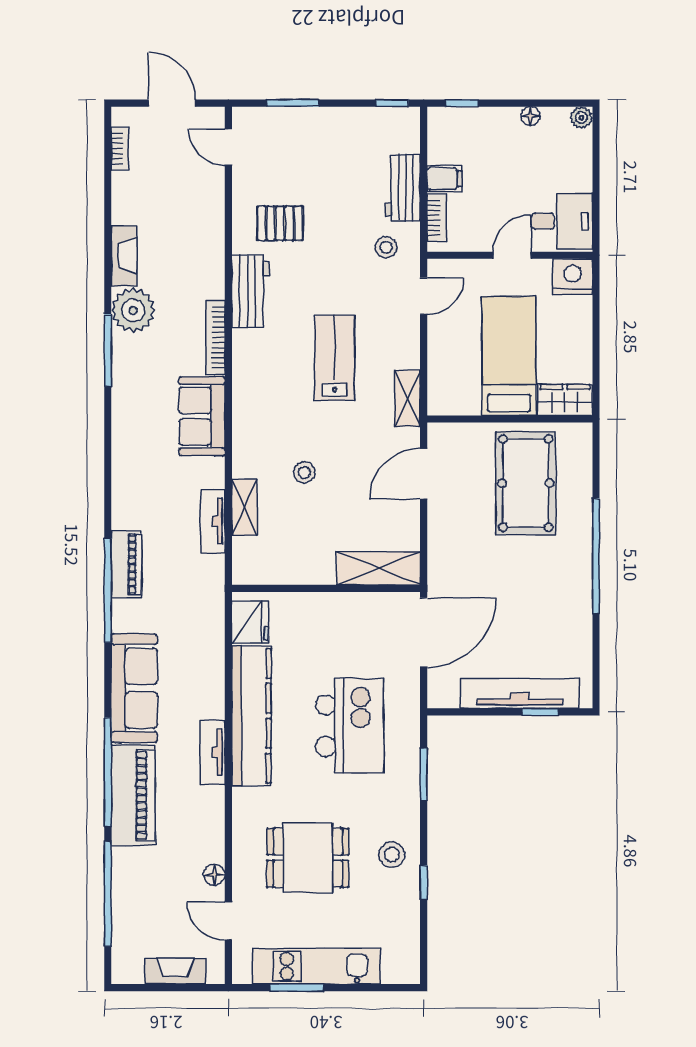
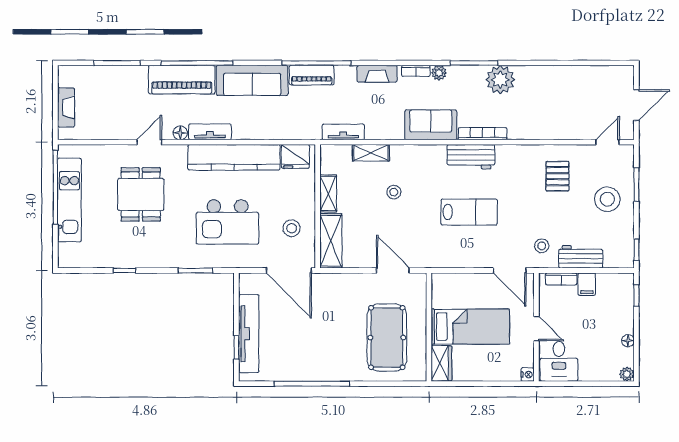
stool: (315, 147) -> (607, 199), added
bookcase: (120, 148) -> (416, 71), moved
fireplace: (124, 256) -> (377, 74), moved
nightstand: (573, 277) -> (528, 375), width x0.53, depth x0.56
workbench: (250, 291) -> (471, 157), moved
door: (424, 296) -> (510, 271), width x1.38
shelving: (408, 398) -> (328, 193), moved, turned 90
plant: (123, 404) -> (439, 73), added
pool table: (526, 483) -> (387, 338), turned 90
tv unit: (213, 521) -> (343, 132), moved
window: (596, 556) -> (312, 384), moved
piano: (126, 564) -> (312, 75), moved
stool: (392, 855) -> (292, 228), moved
floor lamp: (214, 875) -> (180, 133), moved
window: (108, 894) -> (117, 63), width x0.68
door: (228, 921) -> (149, 142), moved
window: (297, 988) -> (55, 187), width x2.11

